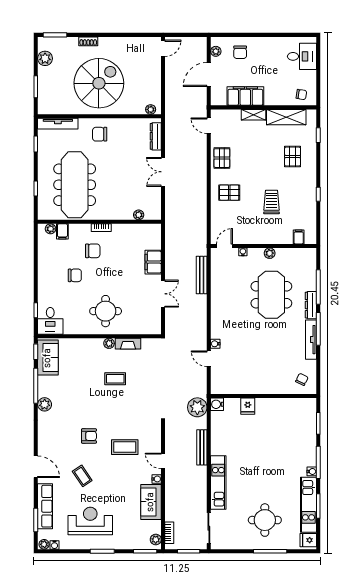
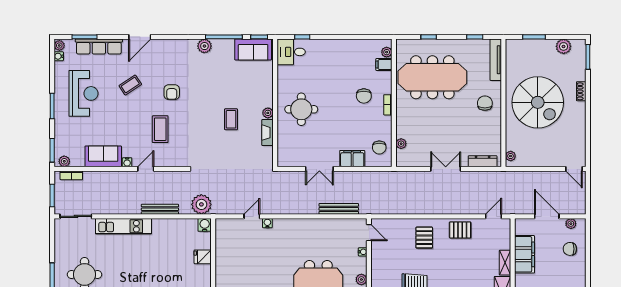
chair: (75, 275) -> (379, 148), moved

